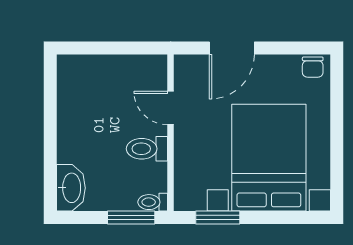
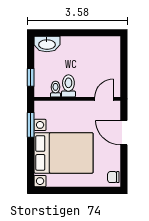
door: (171, 108) -> (104, 99), moved
toilet: (153, 202) -> (55, 89), moved
window: (131, 218) -> (31, 77), width x0.67

